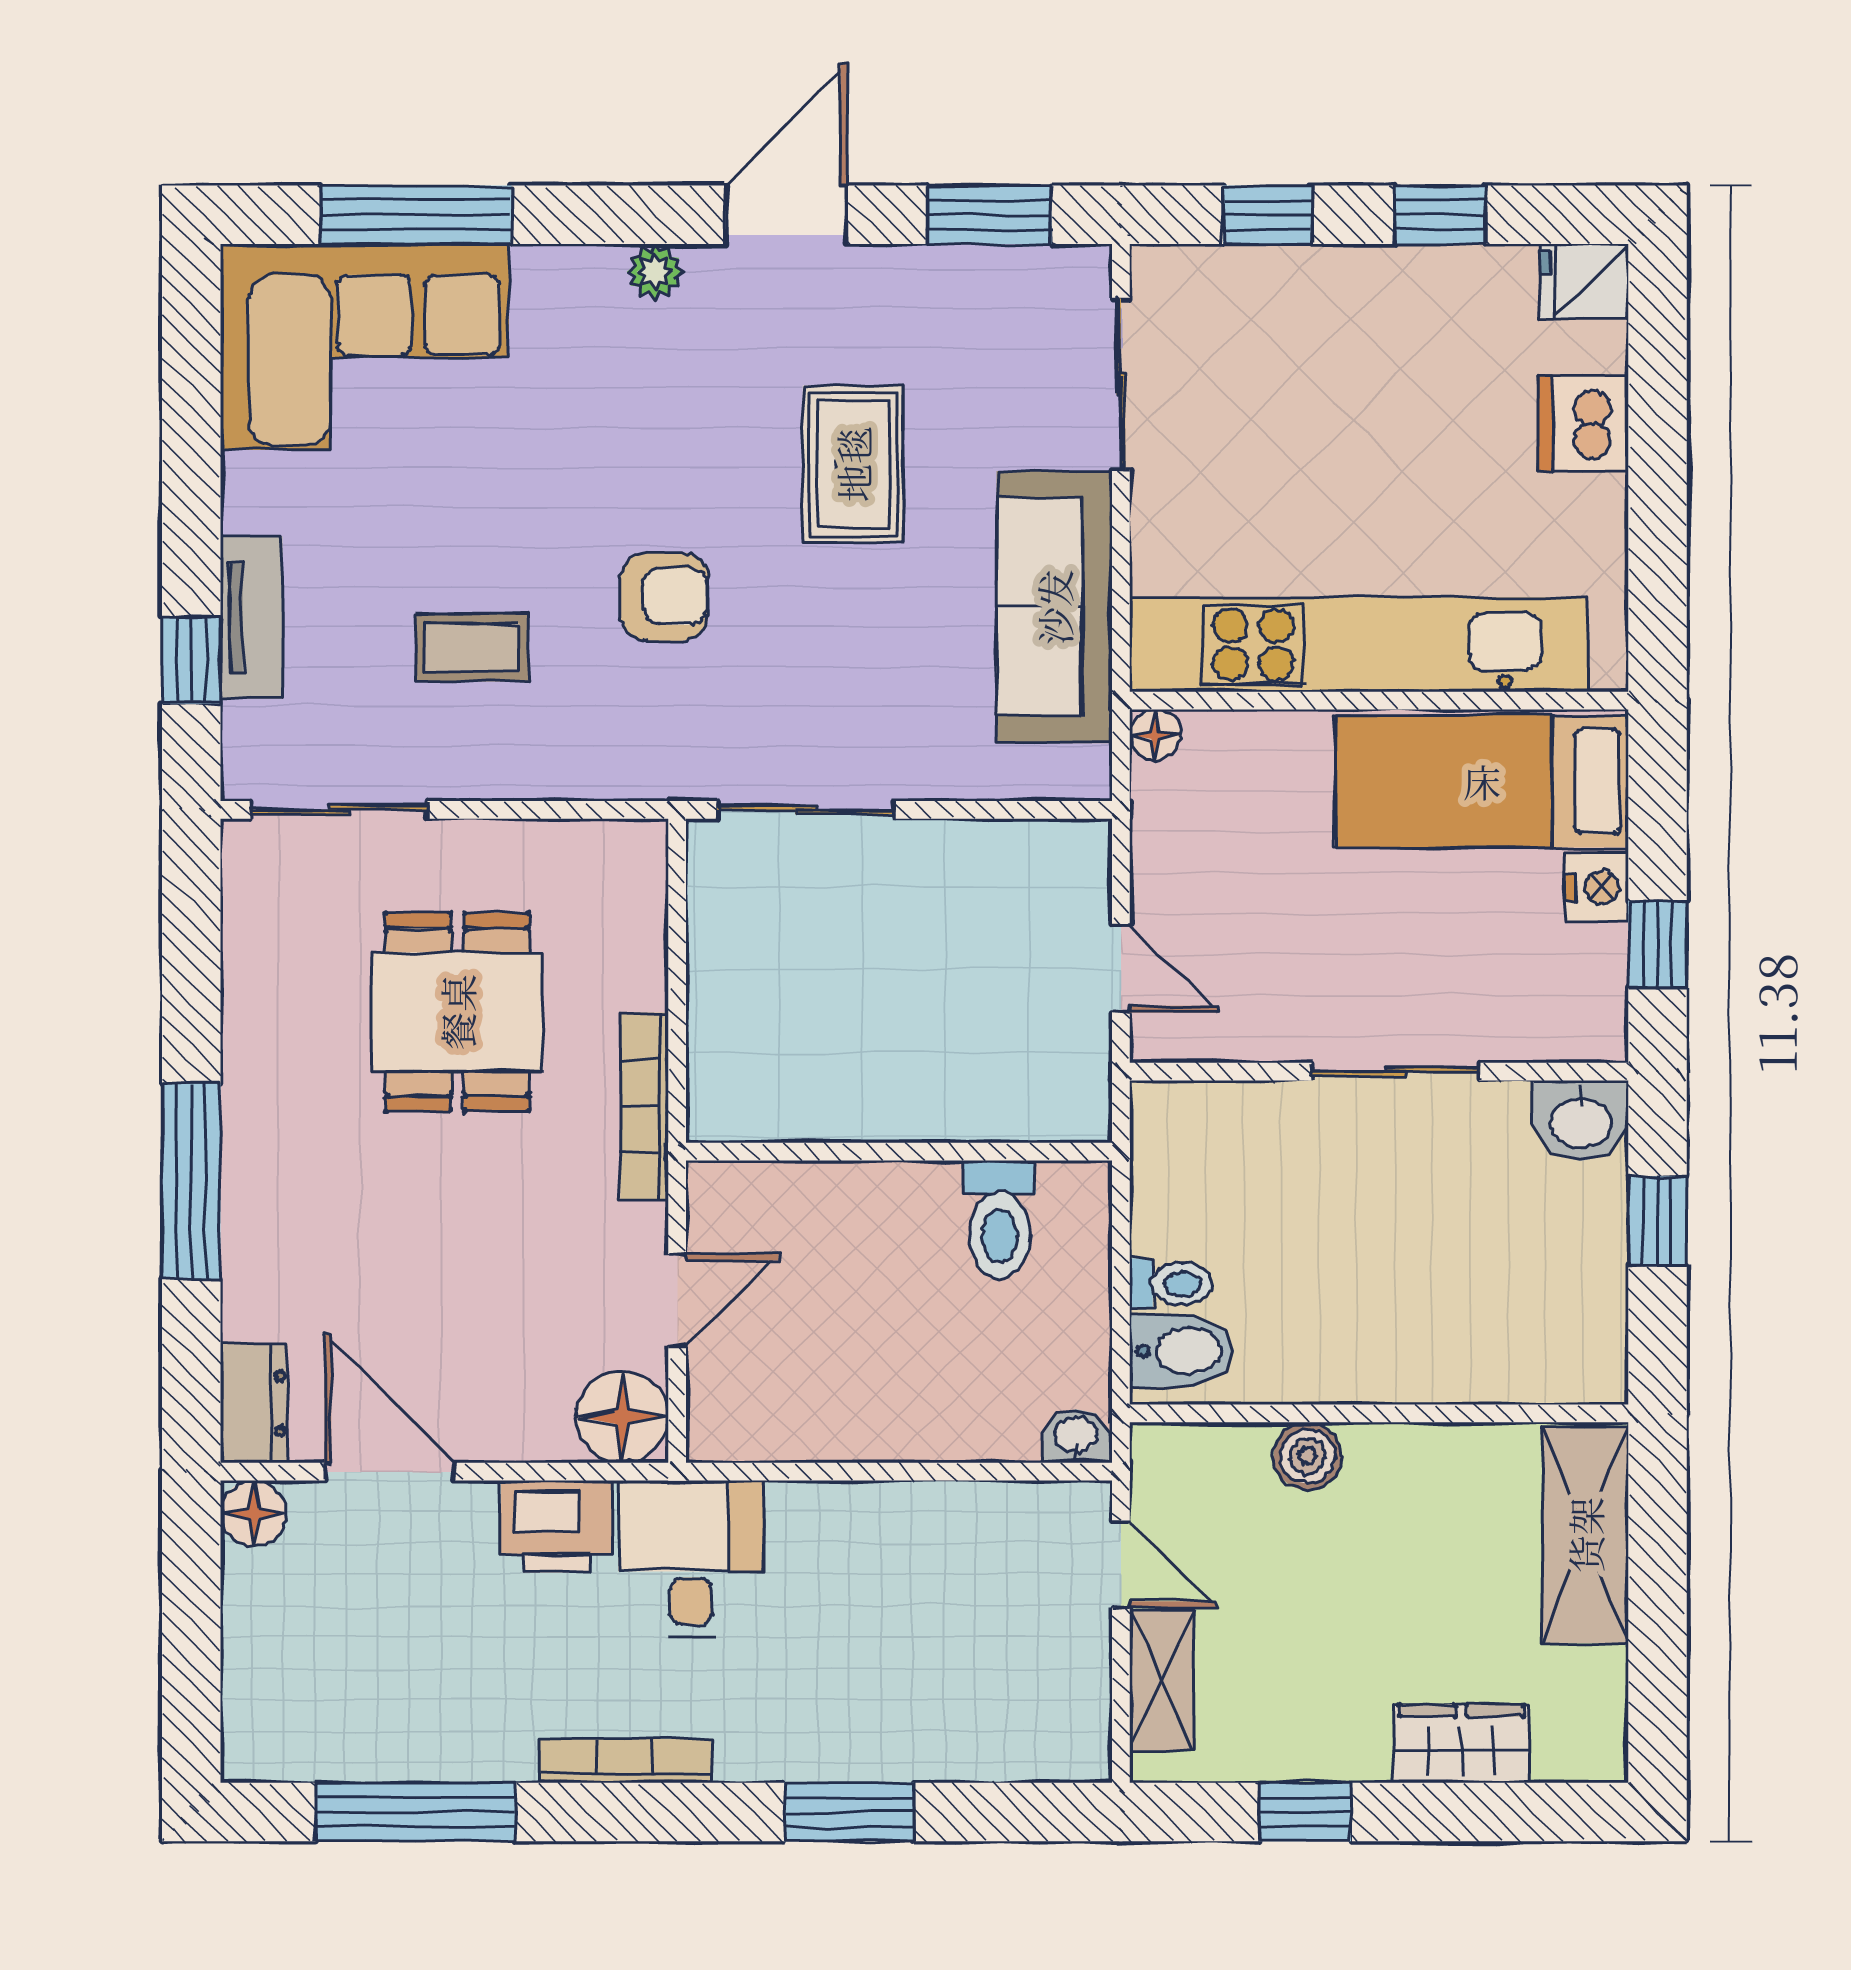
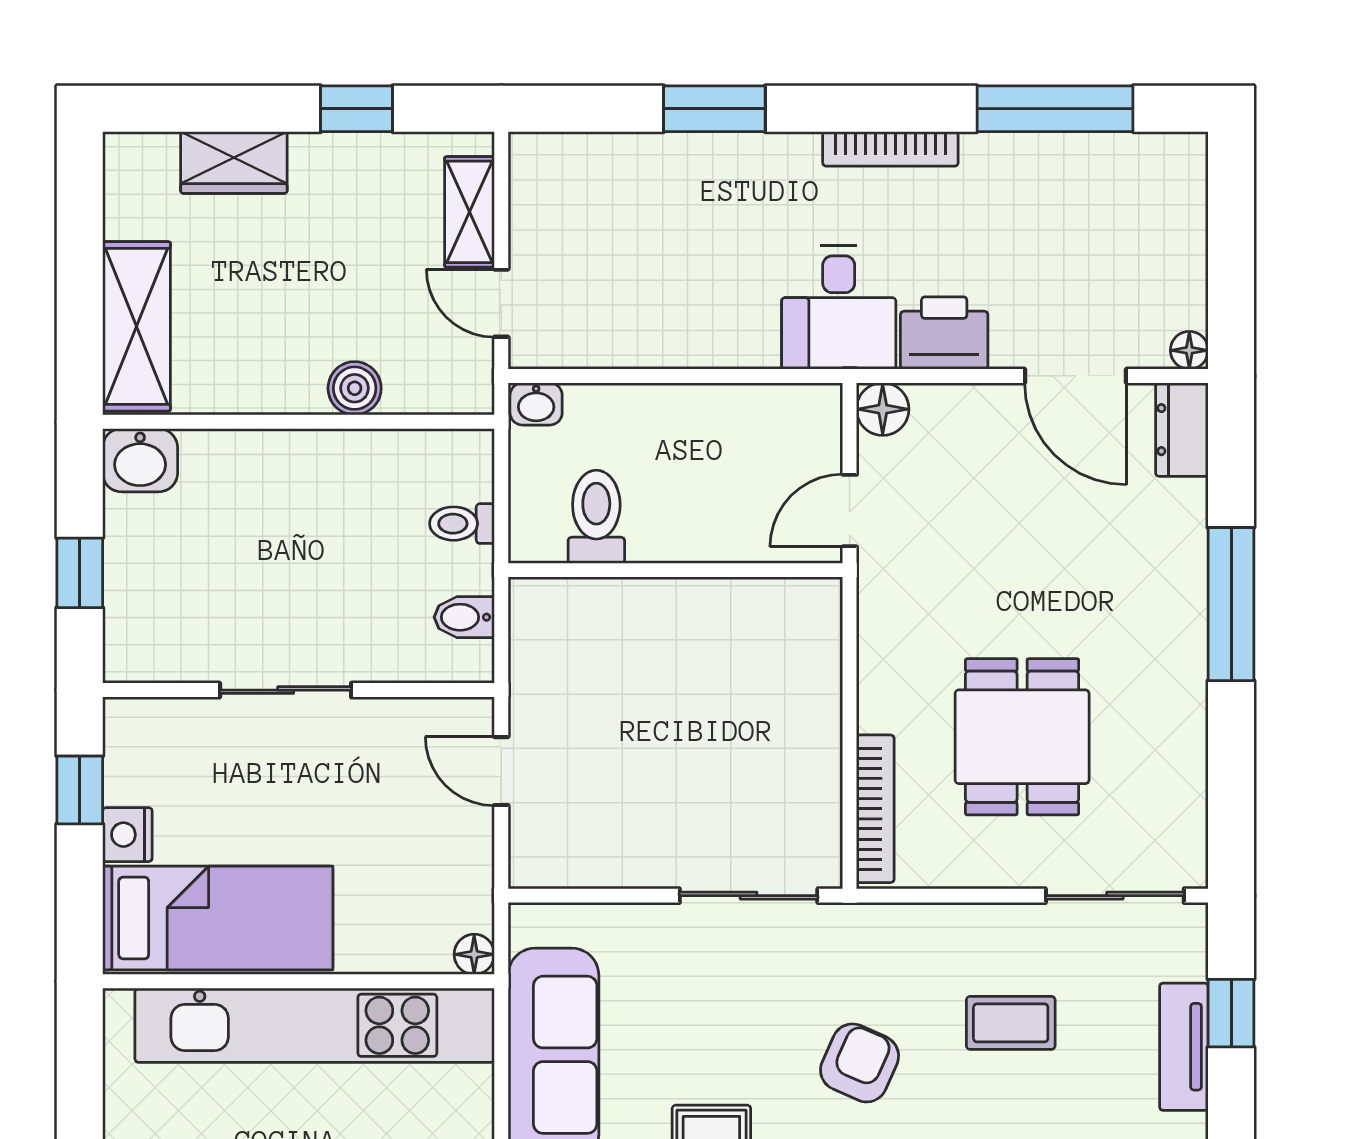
armchair: (664, 597) -> (860, 1063), turned 114
bookcase: (644, 1107) -> (875, 809), moved
washbasin: (1581, 1121) -> (140, 460), moved, turned 180
wall: (899, 1152) -> (675, 570), moved
toilet: (1000, 1220) -> (596, 517), moved
bidet: (1182, 1351) -> (464, 617), moved, width x0.72, depth x0.74
floor lamp: (622, 1417) -> (883, 409), width x0.73, depth x0.73
floor lamp: (253, 1513) -> (1189, 350), width x0.73, depth x0.73

